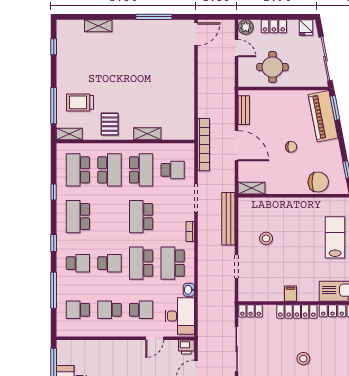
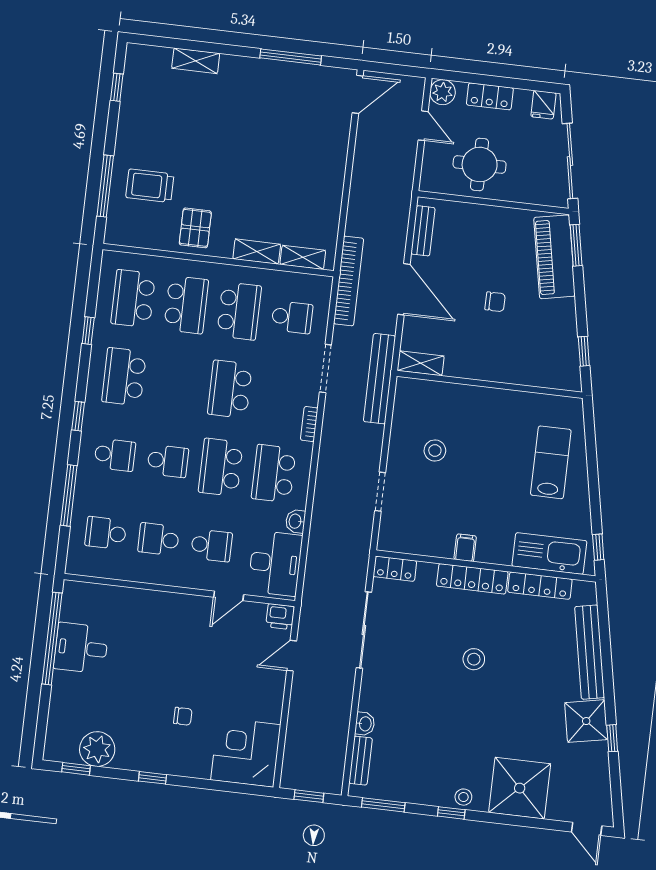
shelving: (69, 134) -> (303, 257), moved
chair: (318, 182) -> (534, 366), removed
bench: (228, 219) -> (379, 379), moved

